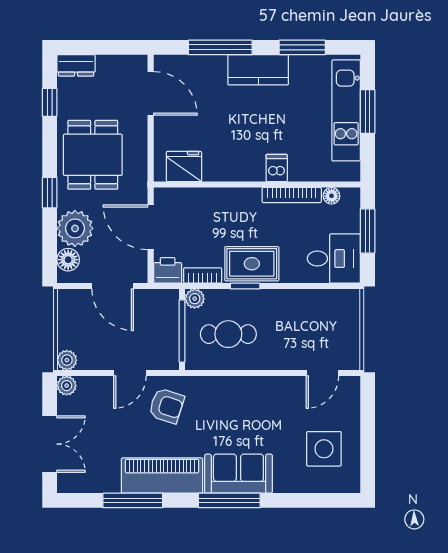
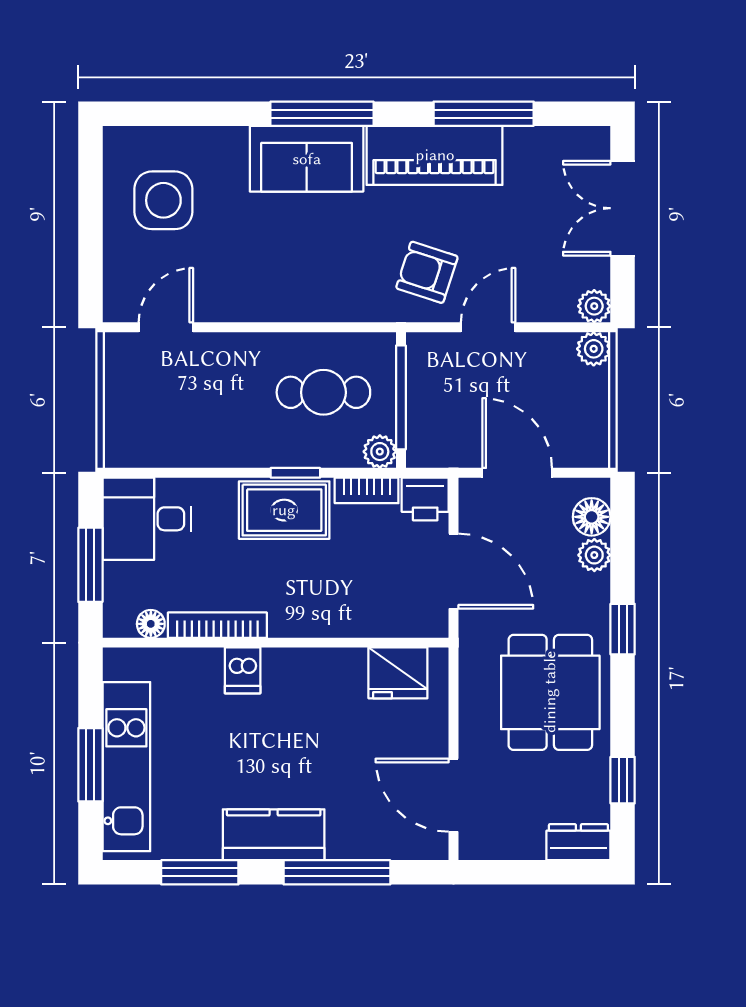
plant: (75, 228) -> (594, 555), width x0.53, depth x0.53

